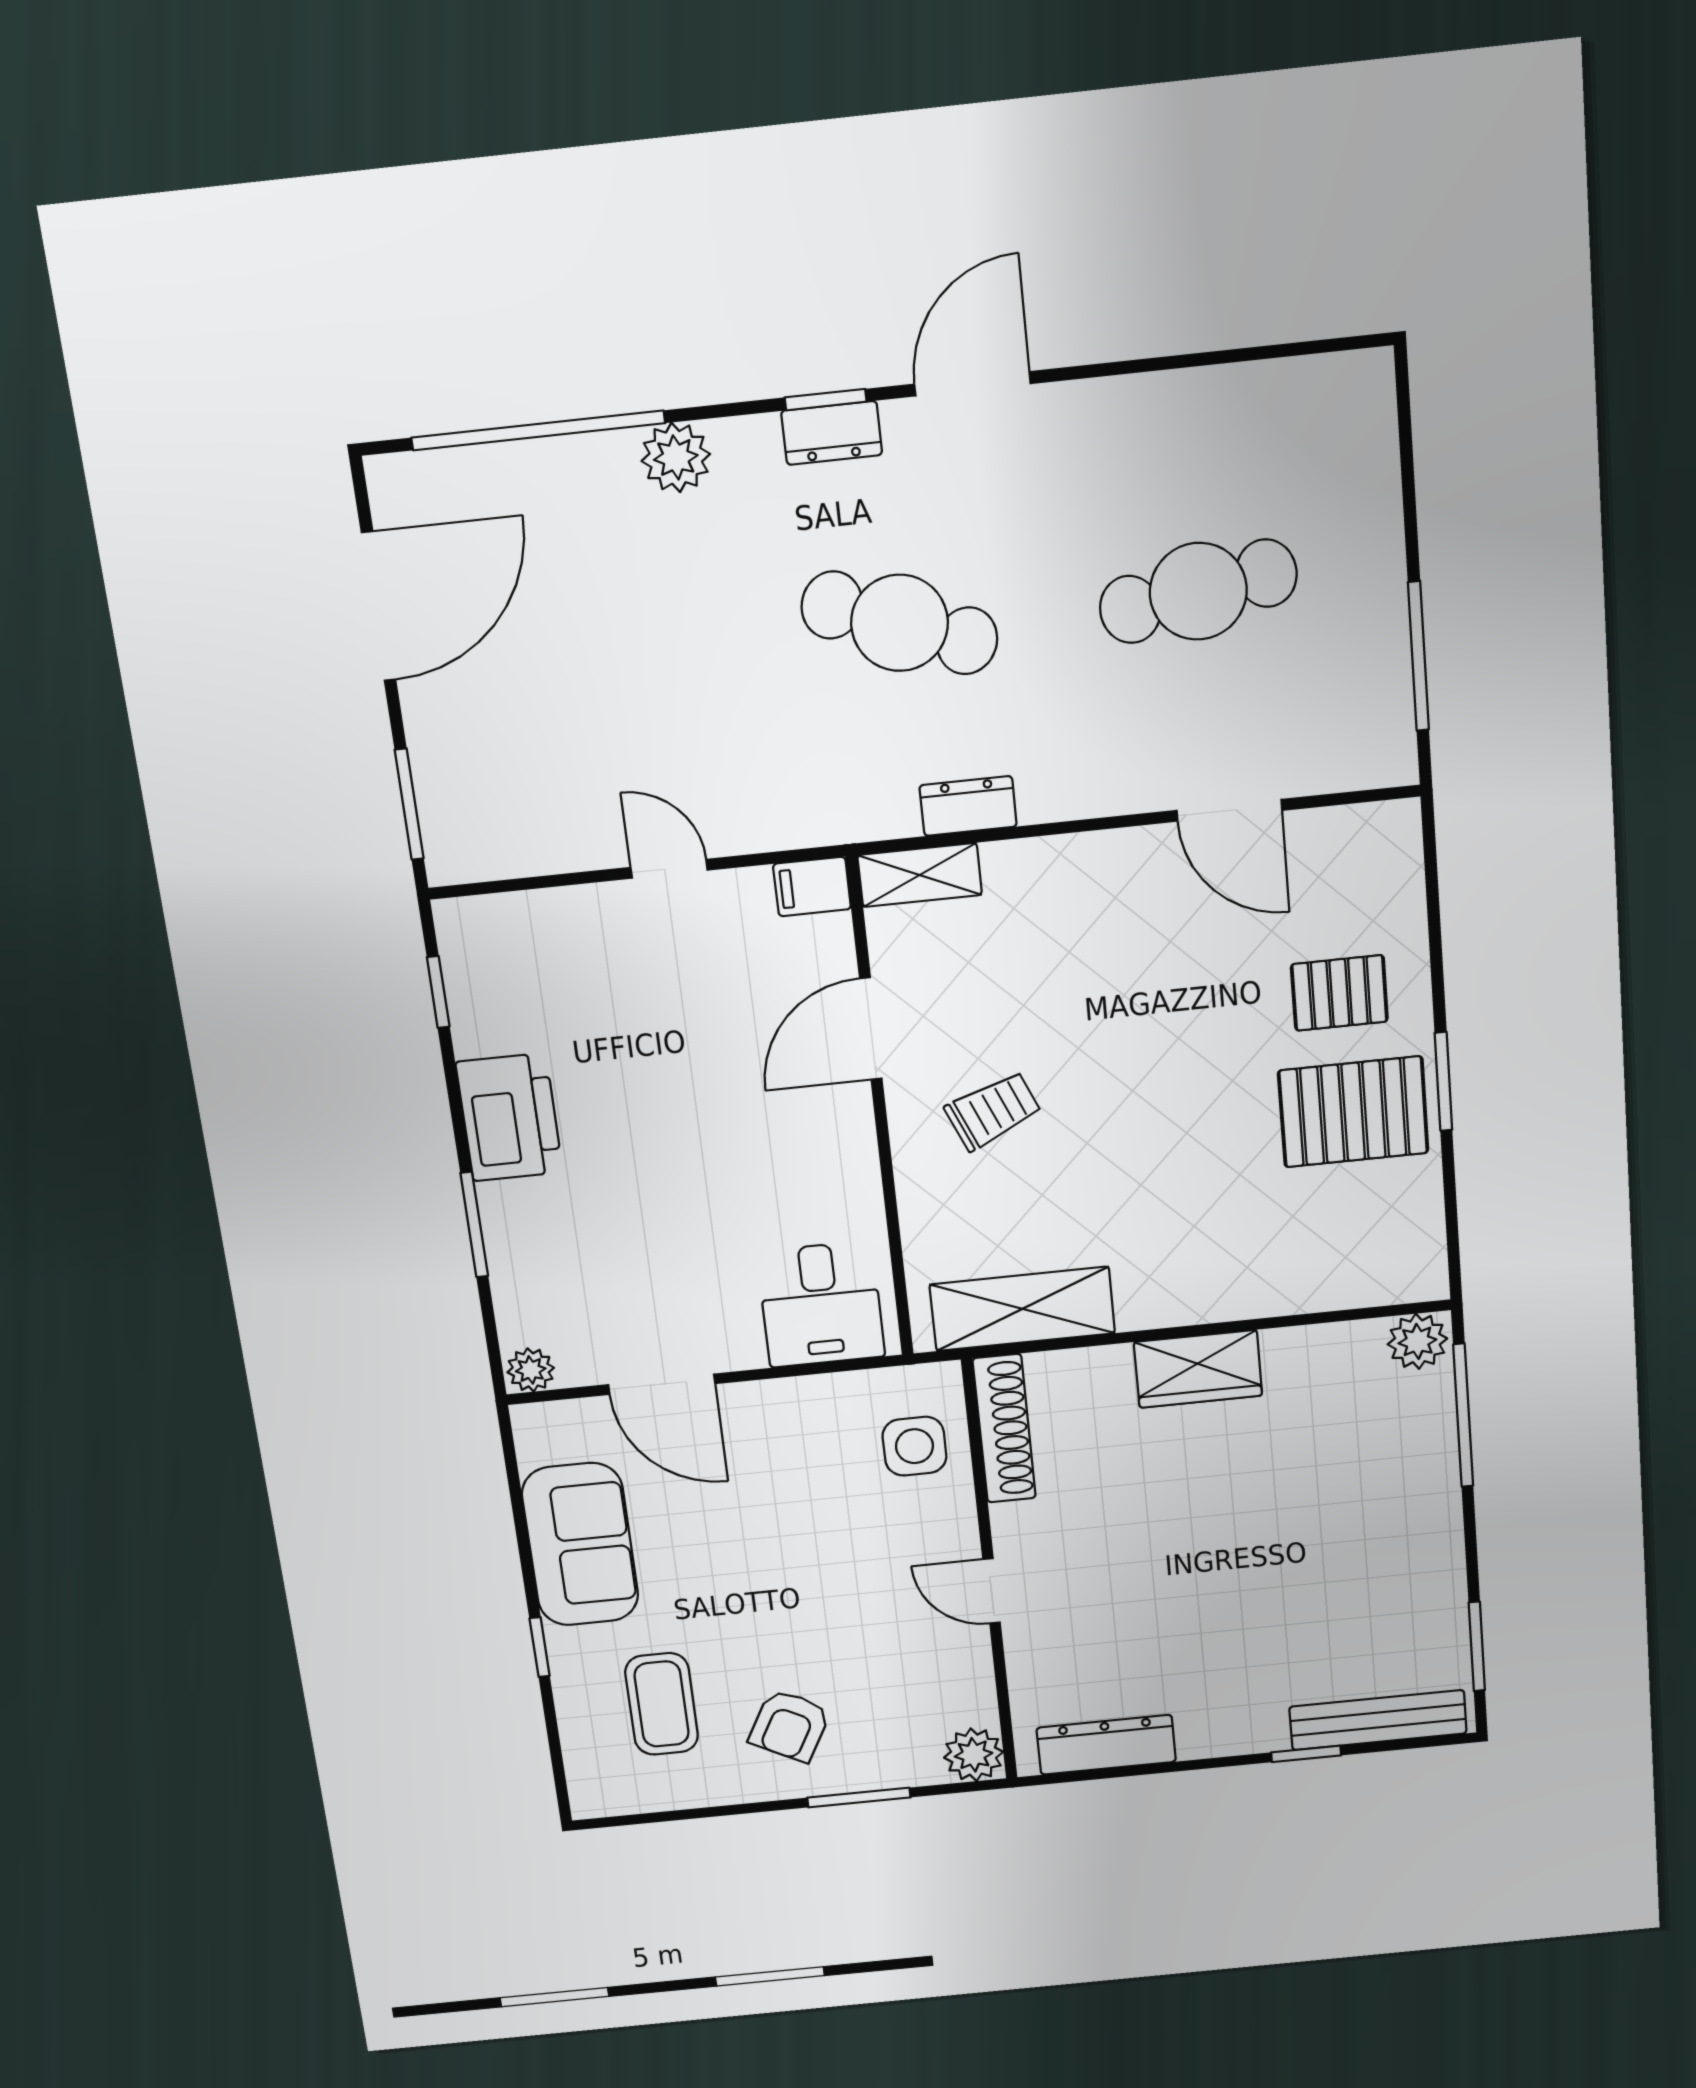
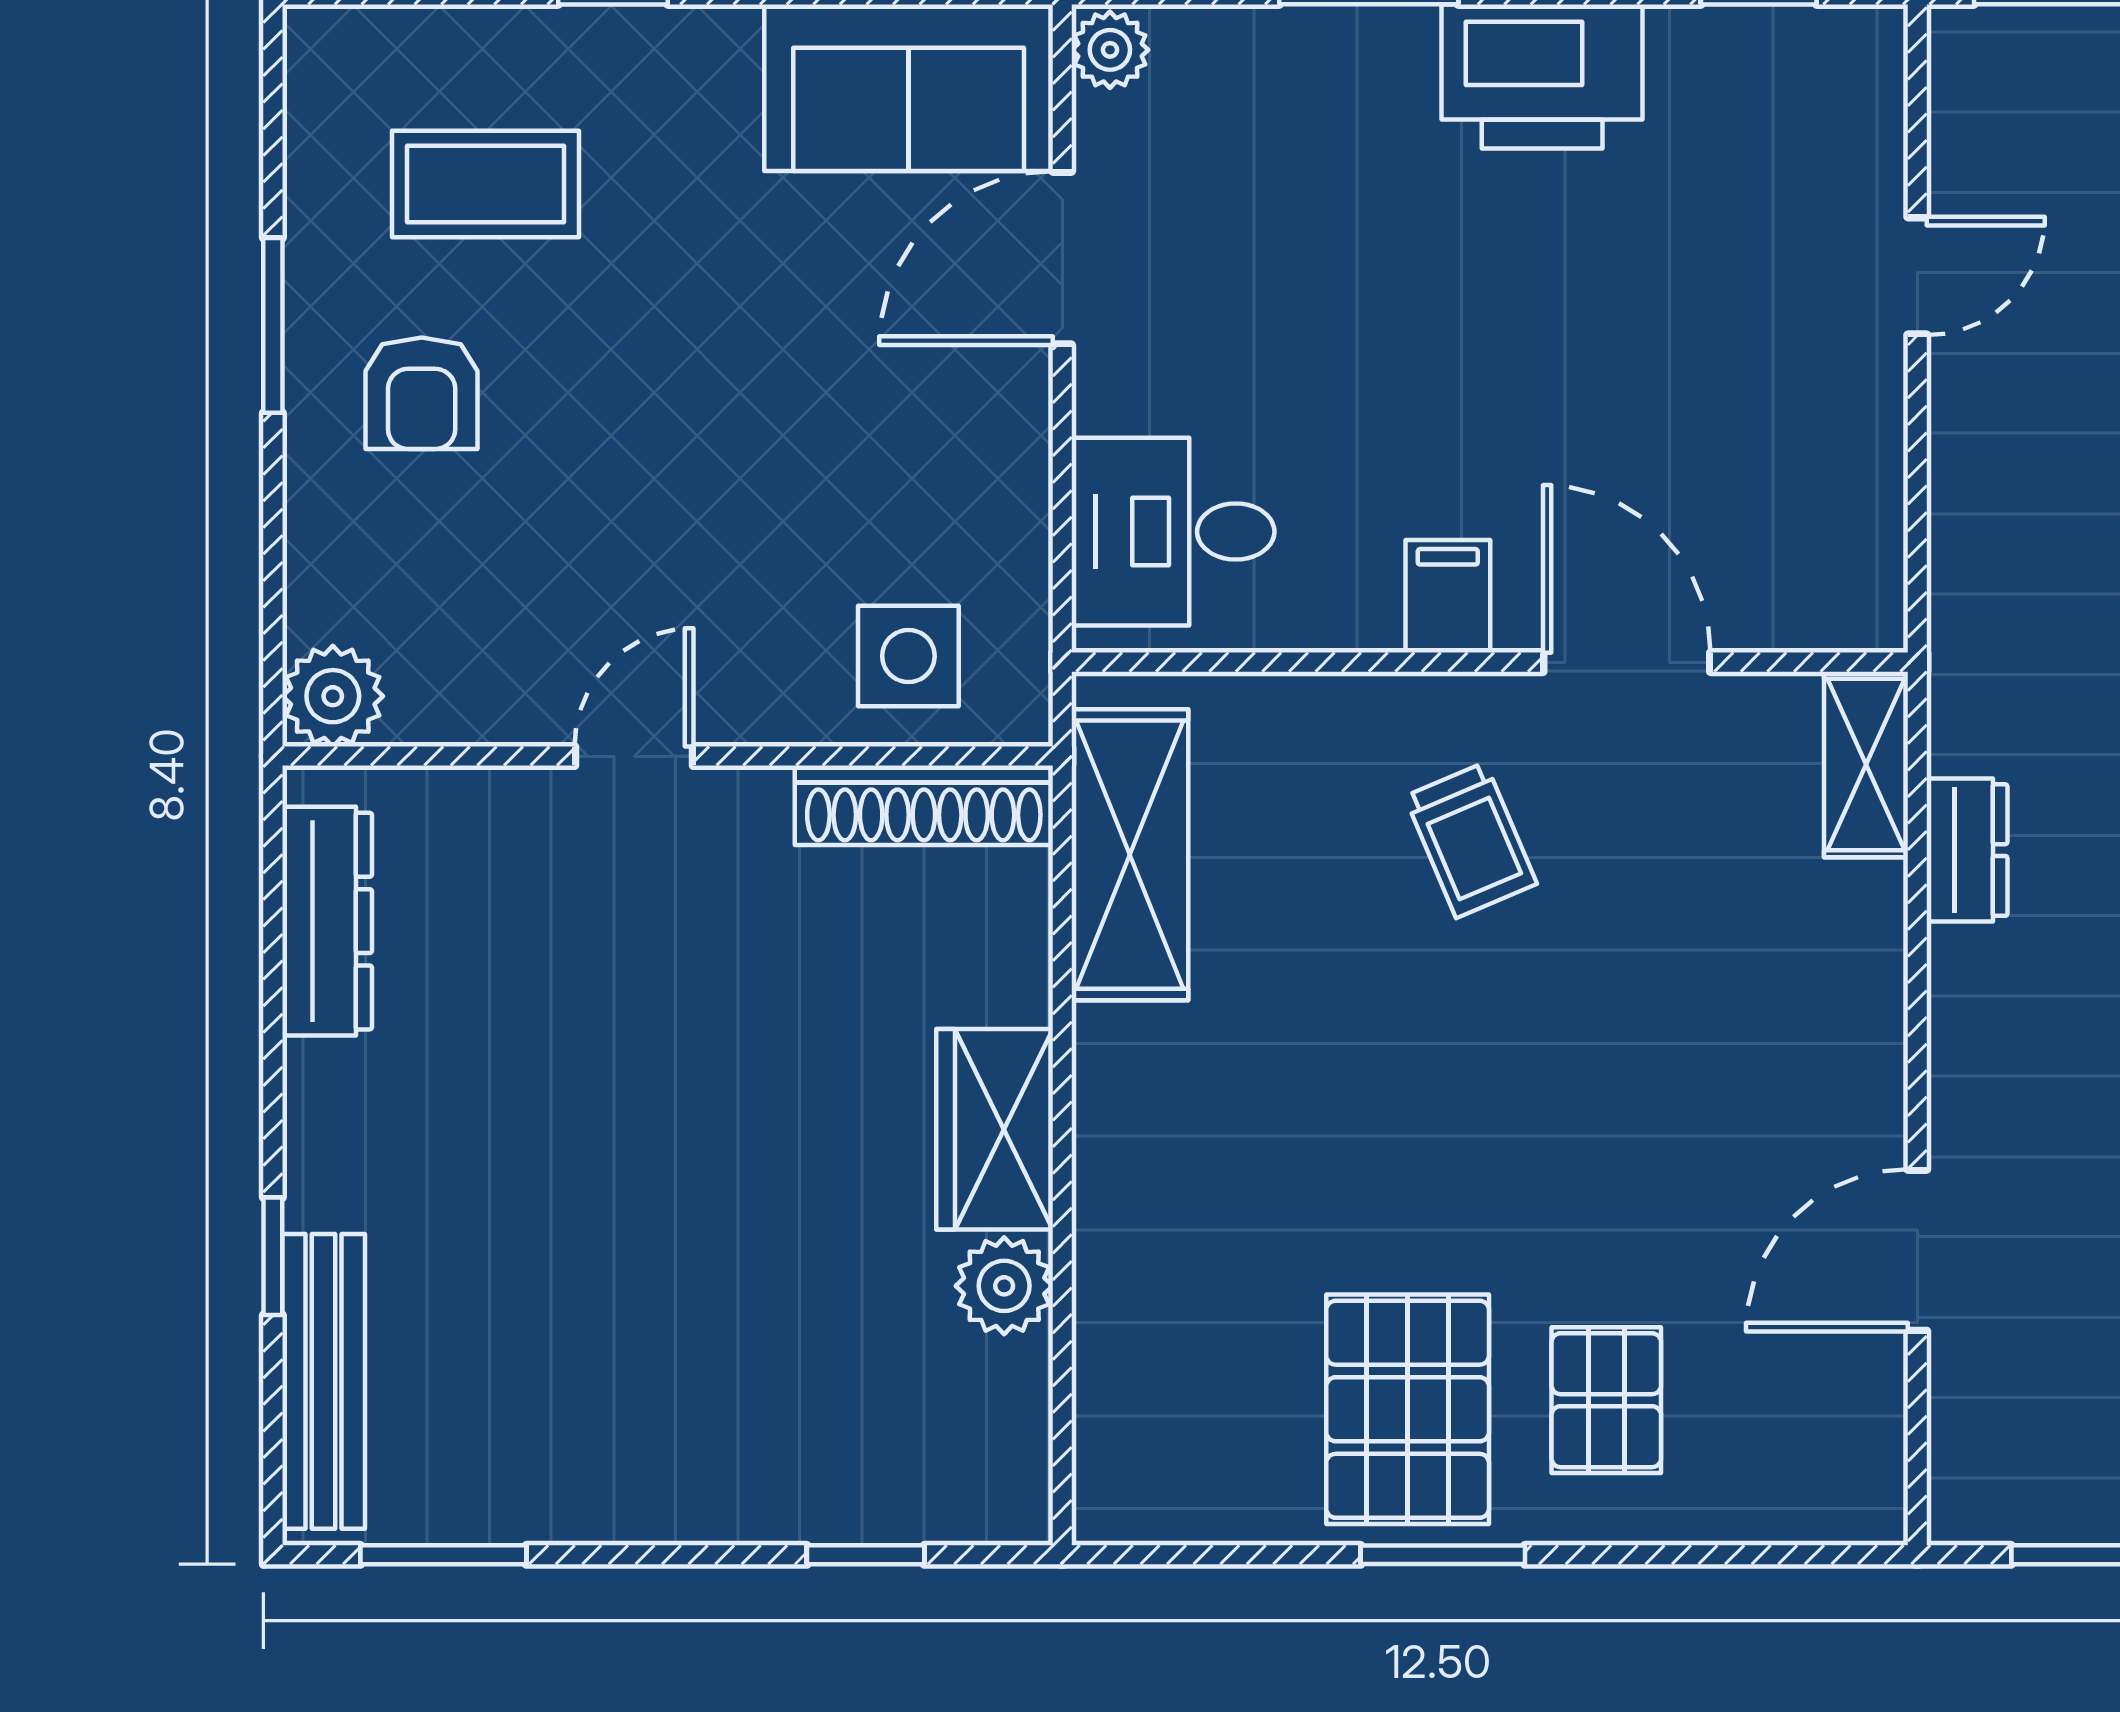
door: (669, 869) -> (1917, 276), moved
filing cabinet: (812, 886) -> (1448, 596), moved
plant: (1417, 1341) -> (1004, 1286), moved
window: (1463, 1415) -> (866, 1555), width x0.46
sofa: (580, 1544) -> (909, 88), moved
armchair: (790, 1726) -> (422, 393), turned -118
window: (859, 1798) -> (273, 325), moved

